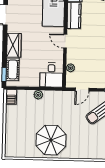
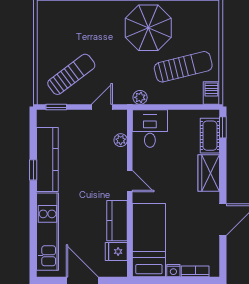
plant: (38, 95) -> (140, 97), moved
sun lounger: (29, 114) -> (183, 67), added

